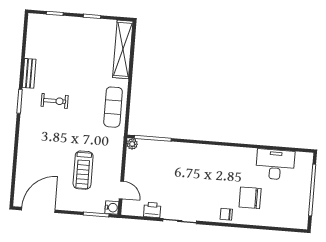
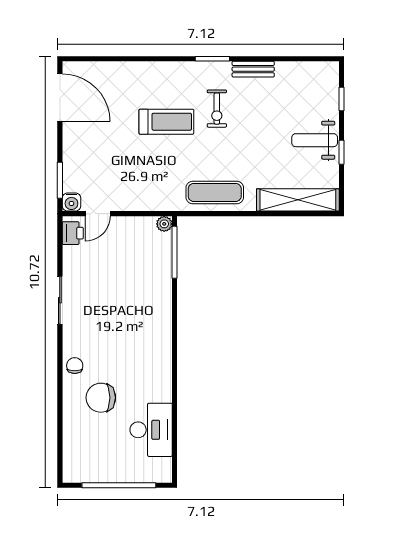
weight bench: (82, 34) -> (315, 140), added
treadmill: (83, 170) -> (166, 122), moved, turned 180
chair: (250, 198) -> (101, 398), turned -90
printer: (152, 210) -> (73, 233), moved

